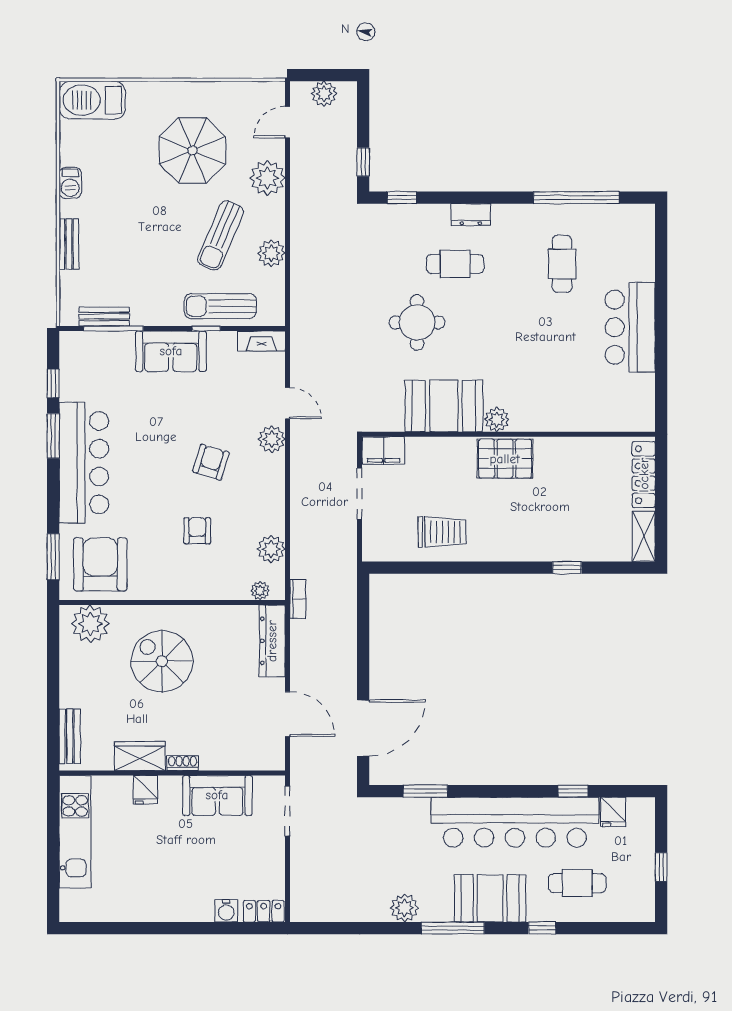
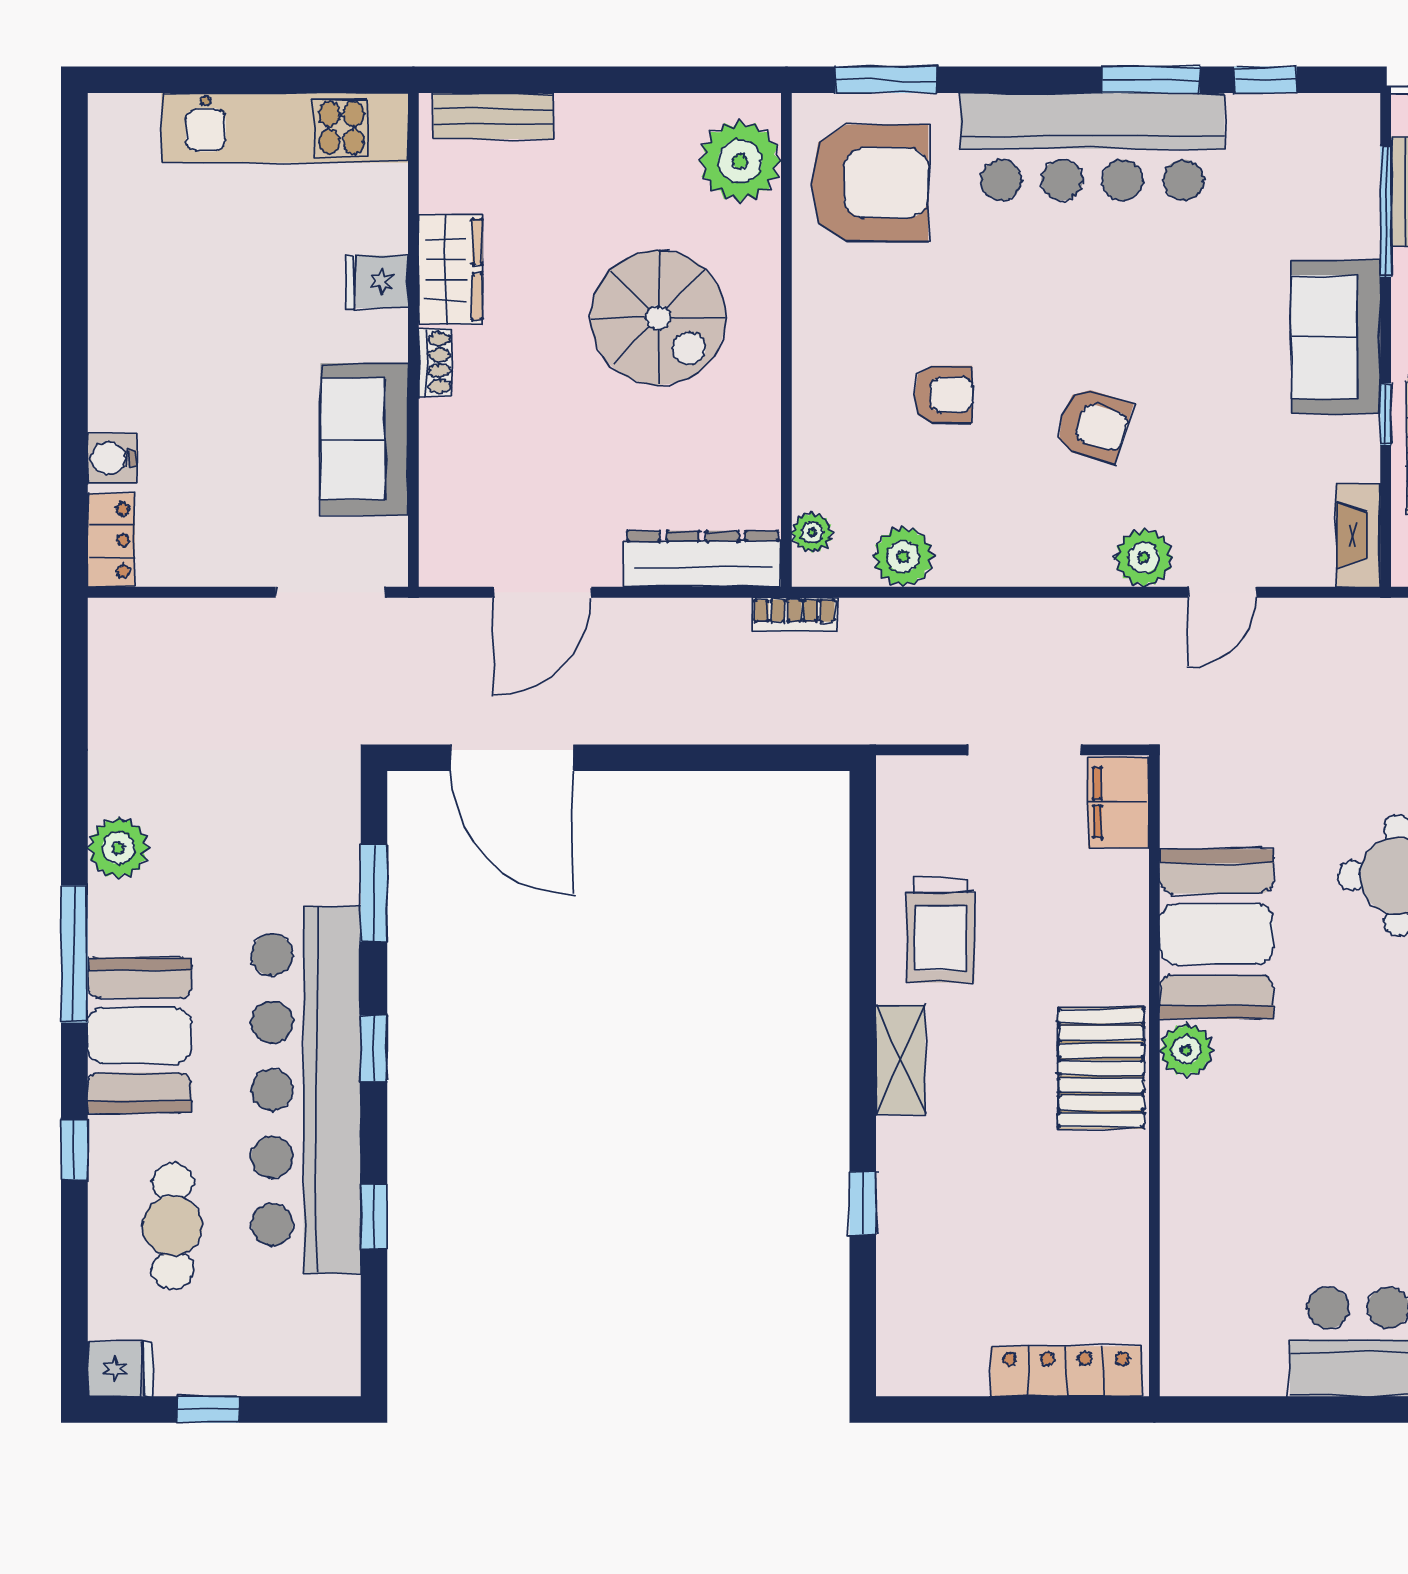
shelving: (644, 536) -> (901, 1060), moved, turned 90
spiral stairs: (162, 661) -> (658, 317), turned 90
window: (496, 791) -> (374, 1048), added
fridge: (613, 812) -> (120, 1369), moved, turned 180

